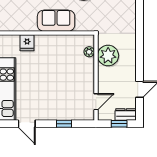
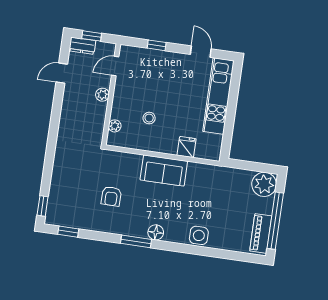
sofa: (56, 21) -> (164, 170), moved
plant: (108, 56) -> (102, 95), moved, width x0.53, depth x0.53
stool: (62, 62) -> (149, 118), added

